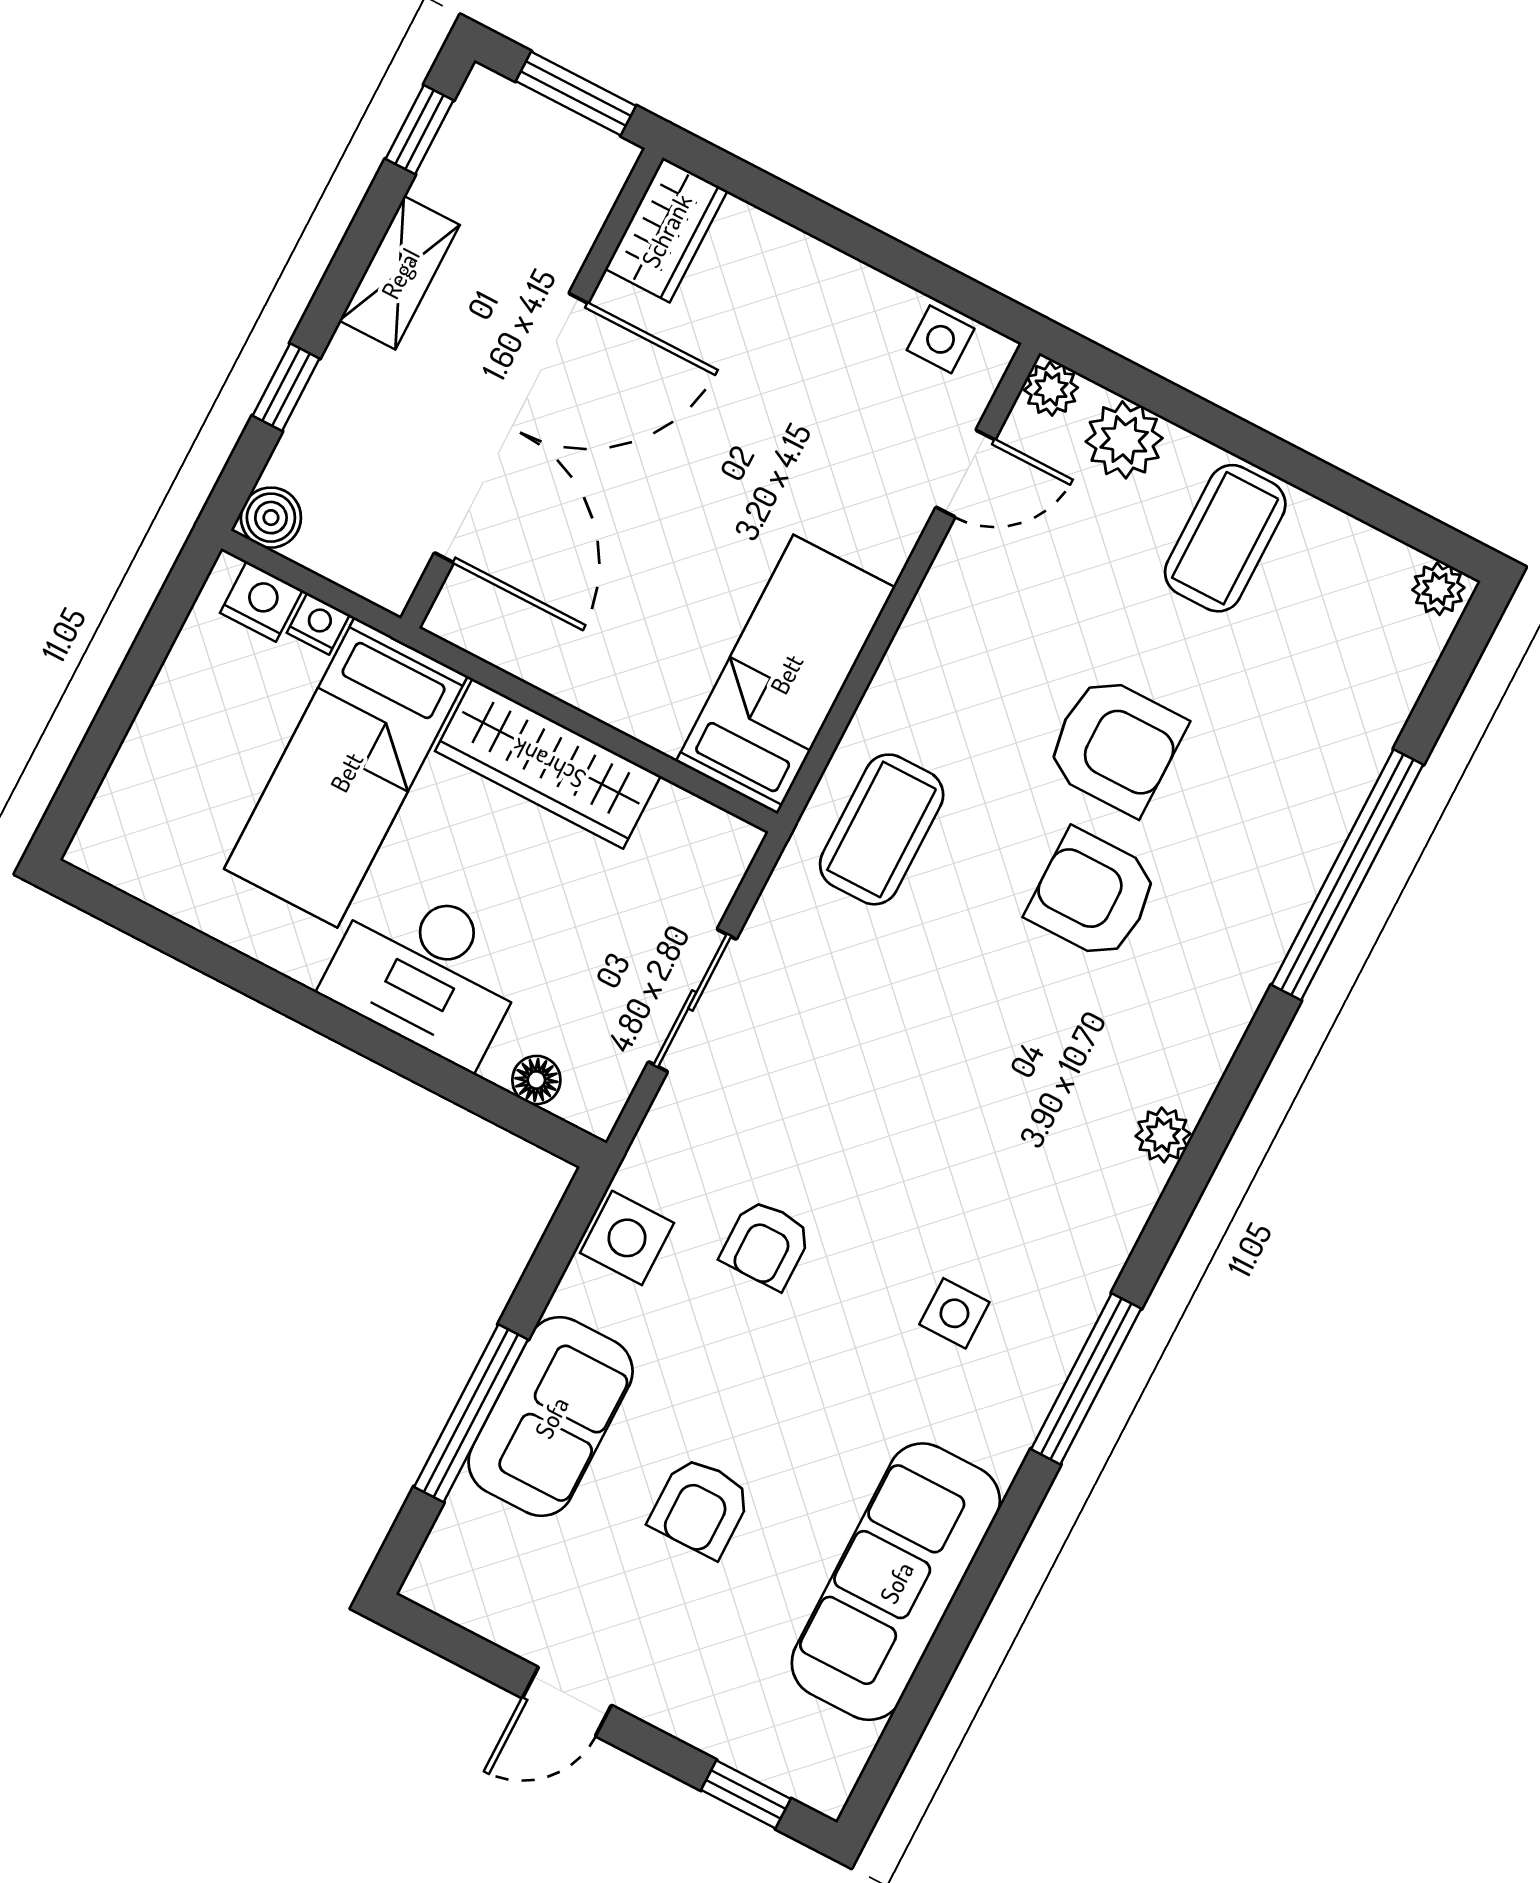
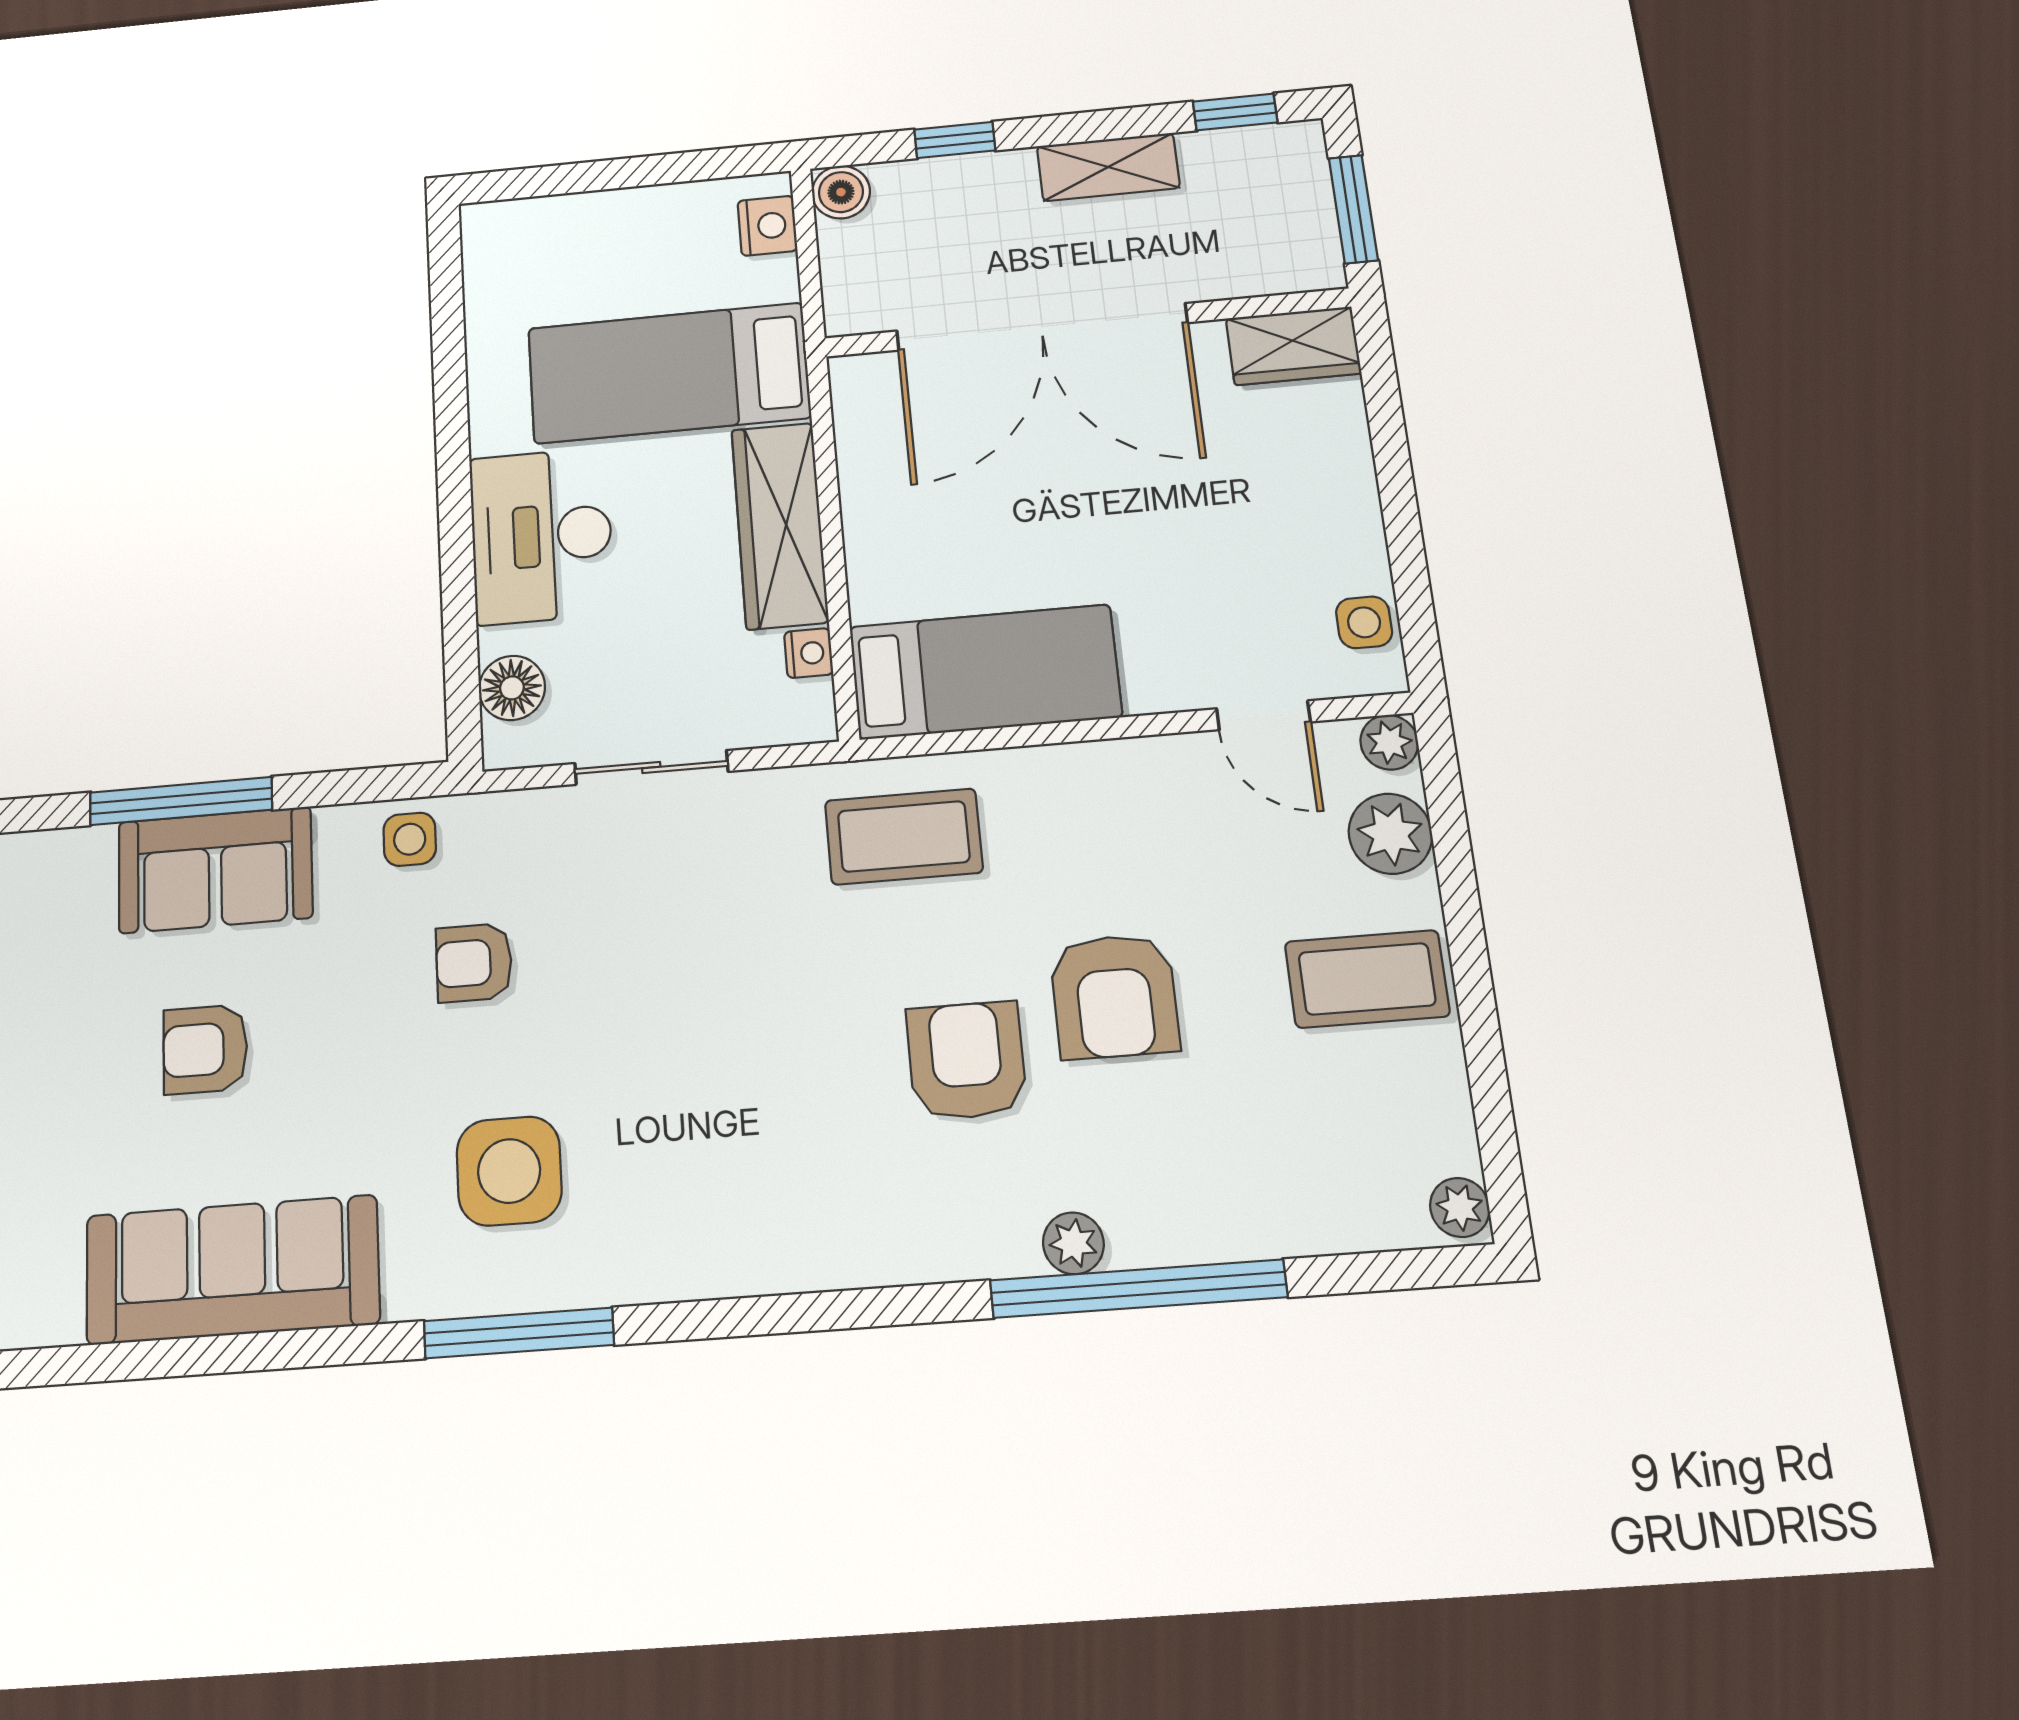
nightstand: (318, 624) -> (809, 653), moved
floor lamp: (536, 1080) -> (512, 688), width x1.37, depth x1.37
plant: (1163, 1135) -> (1073, 1243), moved
side table: (627, 1238) -> (410, 839), width x0.73, depth x0.73
side table: (954, 1313) -> (509, 1171), width x1.87, depth x1.87

